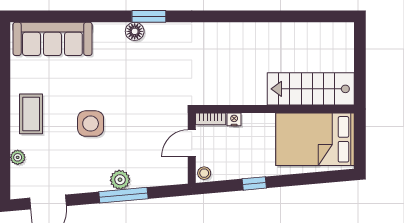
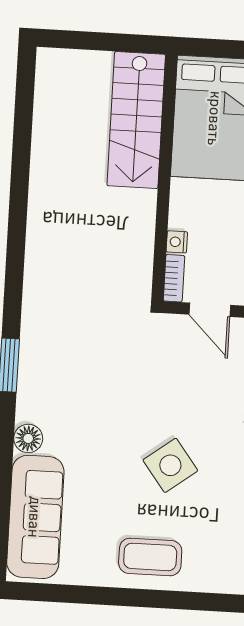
floor lamp: (135, 31) -> (28, 438), moved
side table: (91, 124) -> (170, 465), turned -37
plant: (18, 157) -> (216, 582), removed

